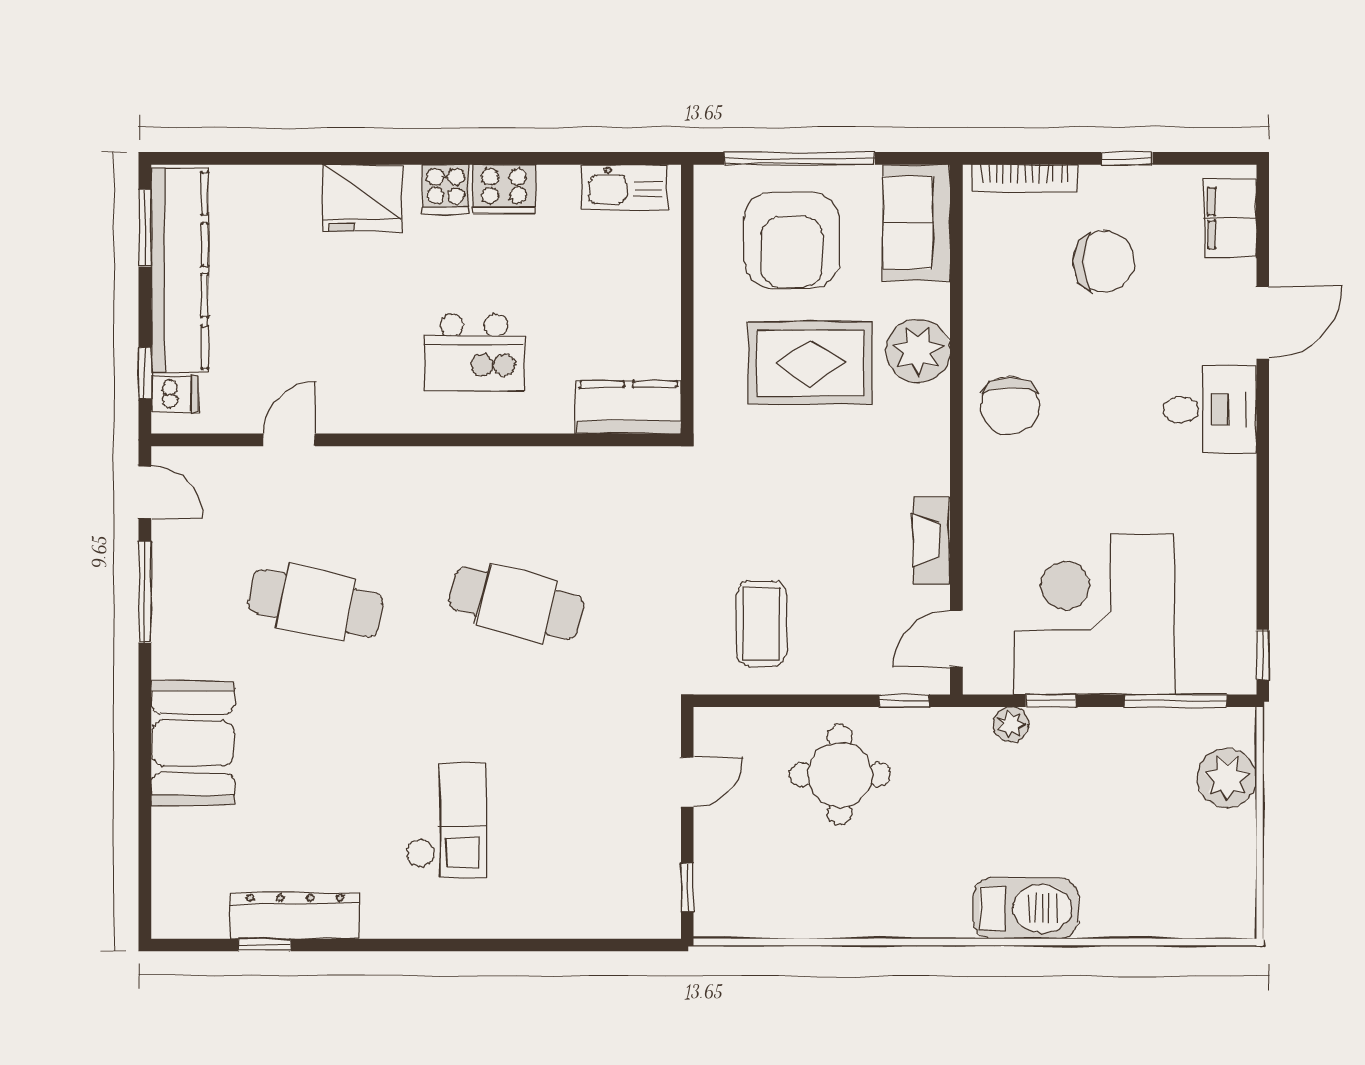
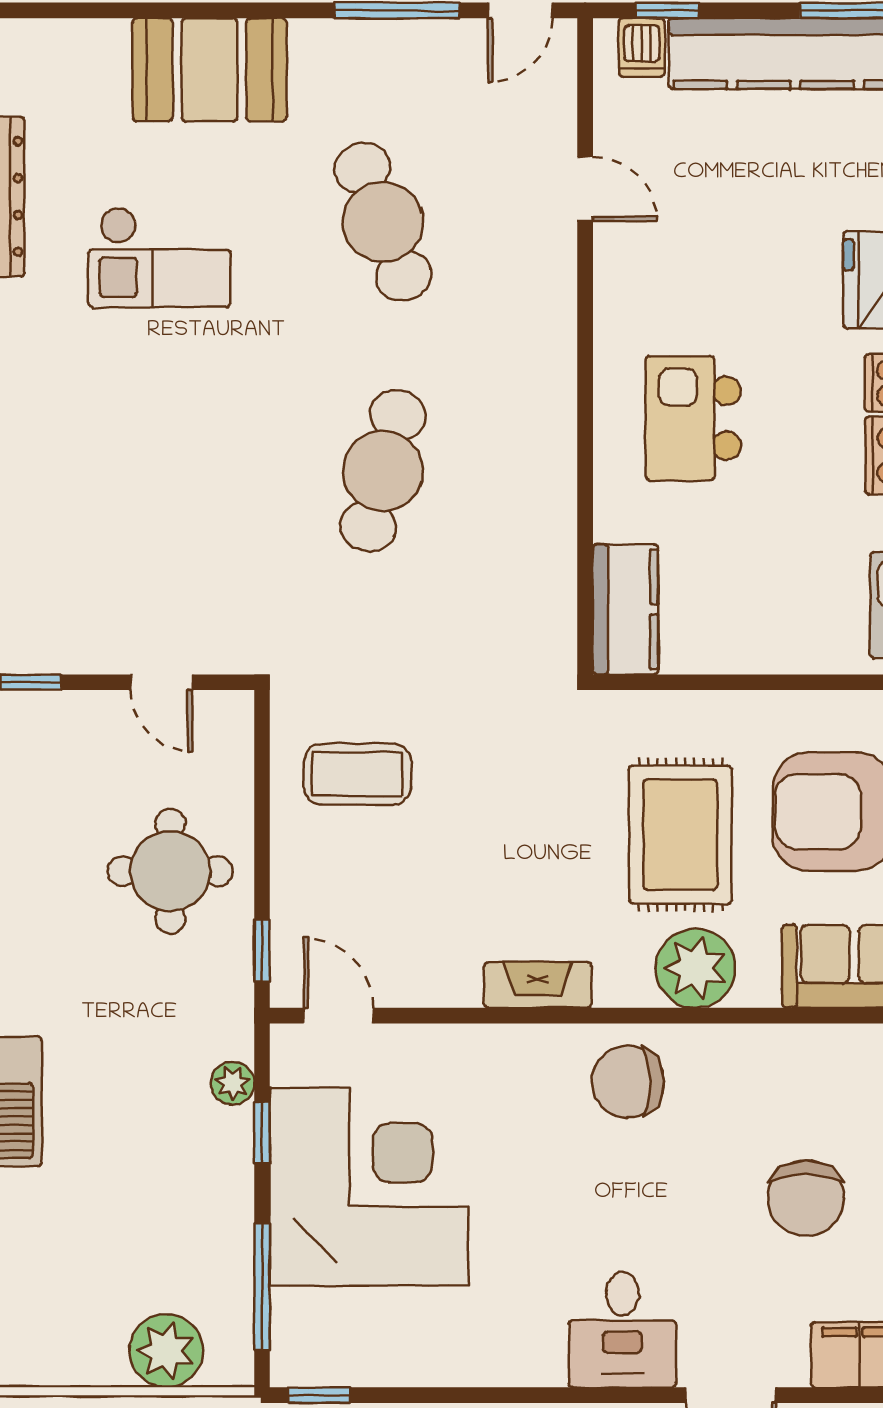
fireplace: (932, 540) -> (538, 985), moved
cafe table: (316, 603) -> (383, 222), turned -33
checkout: (446, 820) -> (159, 257), moved

